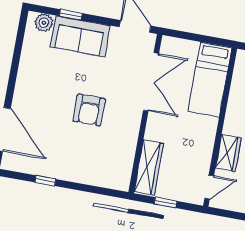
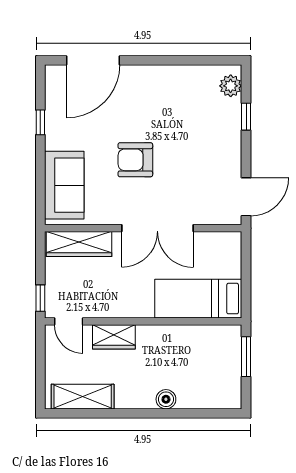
sofa: (80, 36) -> (64, 185), moved, turned 180
double door: (151, 82) -> (157, 228), moved
window: (165, 203) -> (40, 298), moved

